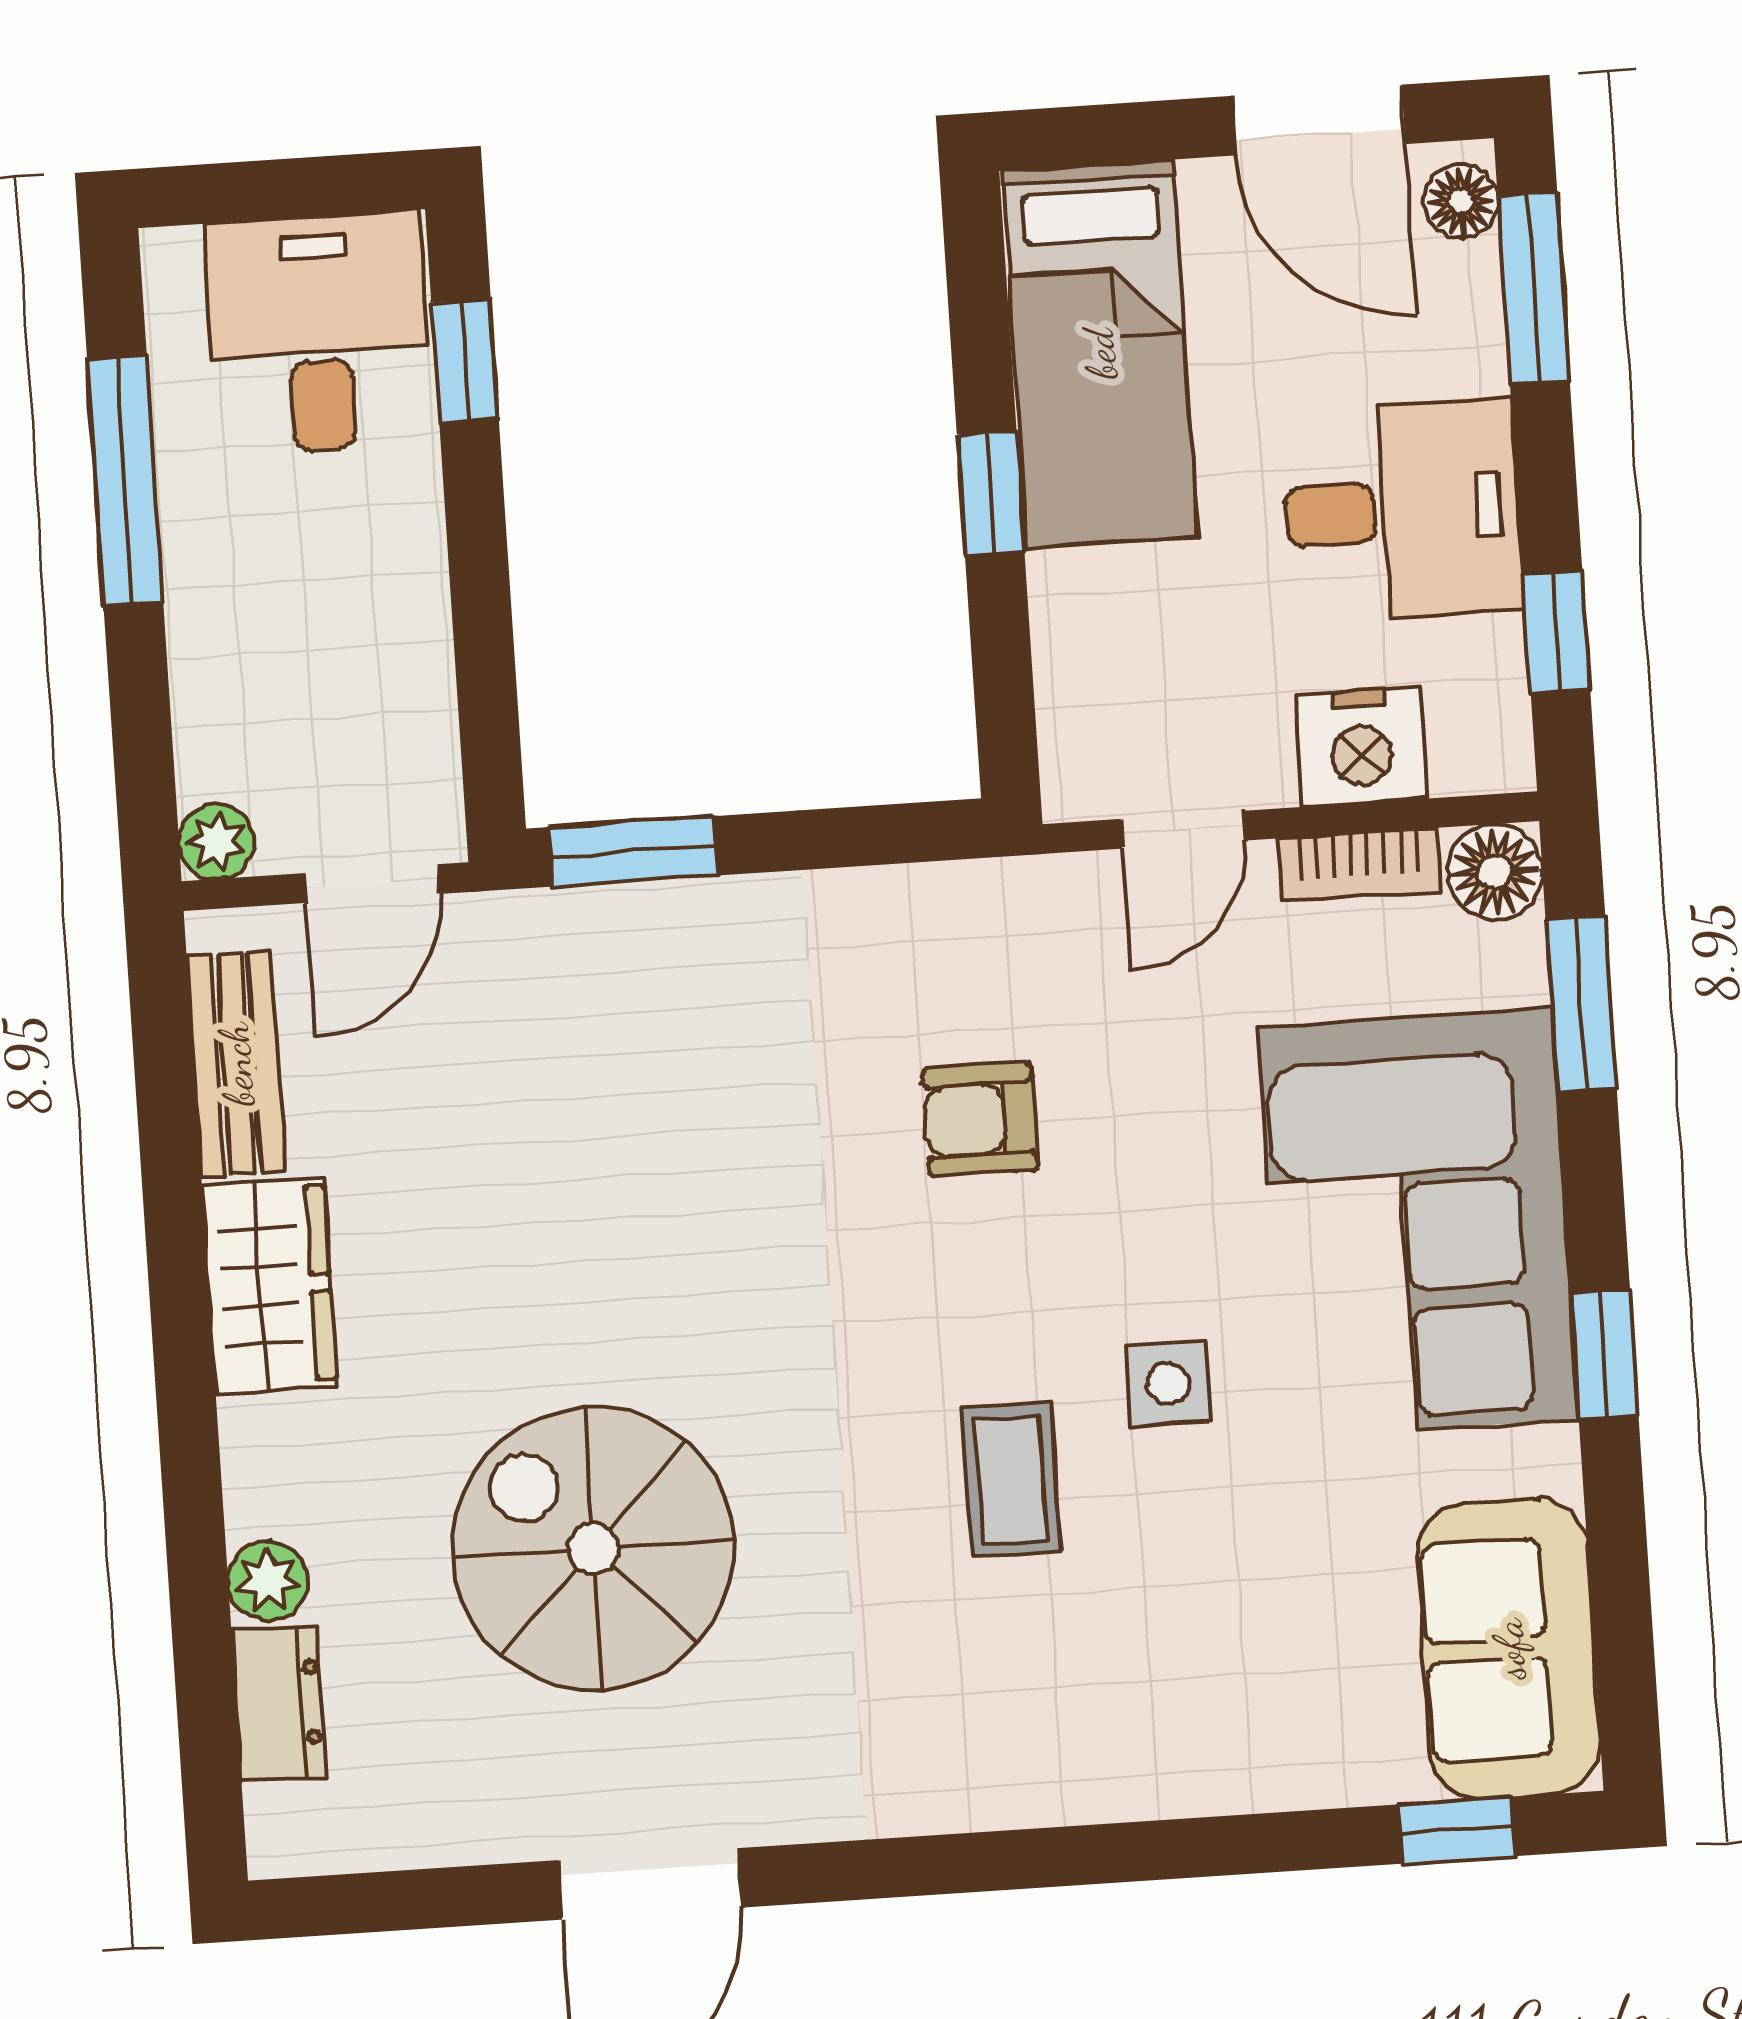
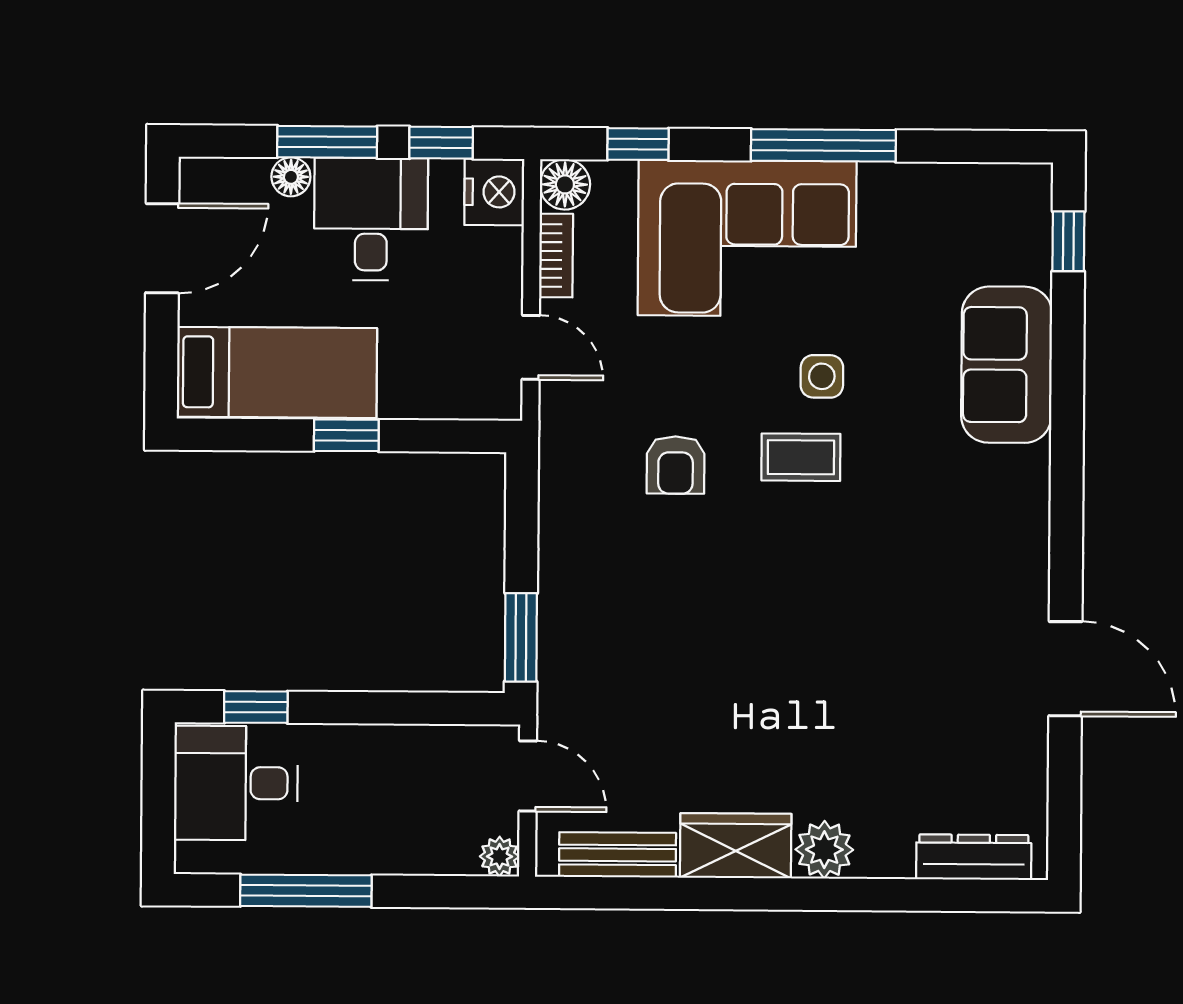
floor lamp: (1461, 201) -> (291, 177), moved
window: (1534, 288) -> (327, 142), moved
nightstand: (1361, 746) -> (494, 192), moved
window: (1581, 1004) -> (638, 144), width x0.67
window: (1604, 1354) -> (823, 145), width x2.17
coffee table: (1011, 1479) -> (801, 457), moved
spiral stairs: (593, 1548) -> (887, 685), removed
plant: (268, 1581) -> (824, 850), moved, width x1.38, depth x1.38
sofa: (1509, 1649) -> (1007, 365), moved, turned 90
dresser: (279, 1704) -> (974, 857), width x1.44

